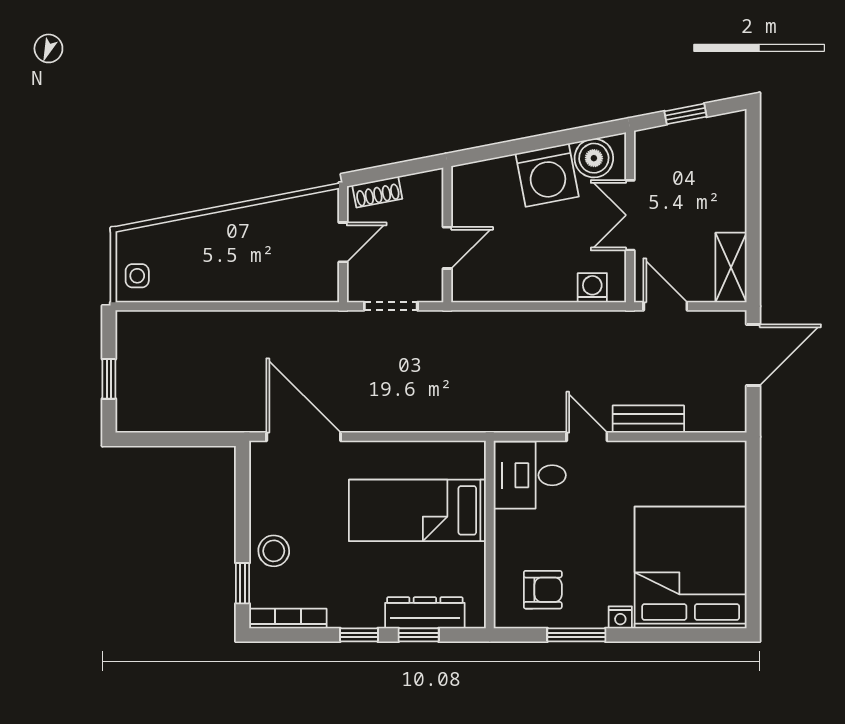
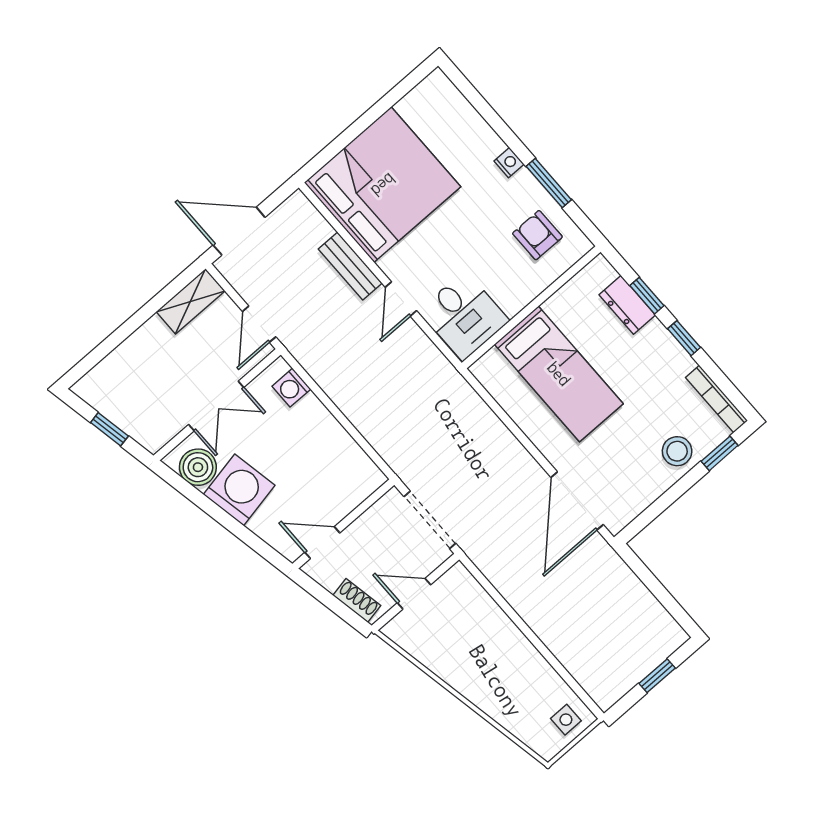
door: (447, 248) -> (322, 543), moved
doorway: (391, 306) -> (430, 520), width x1.38
bed: (691, 567) -> (383, 185), moved, turned 180
dresser: (425, 613) -> (627, 305), width x0.70

